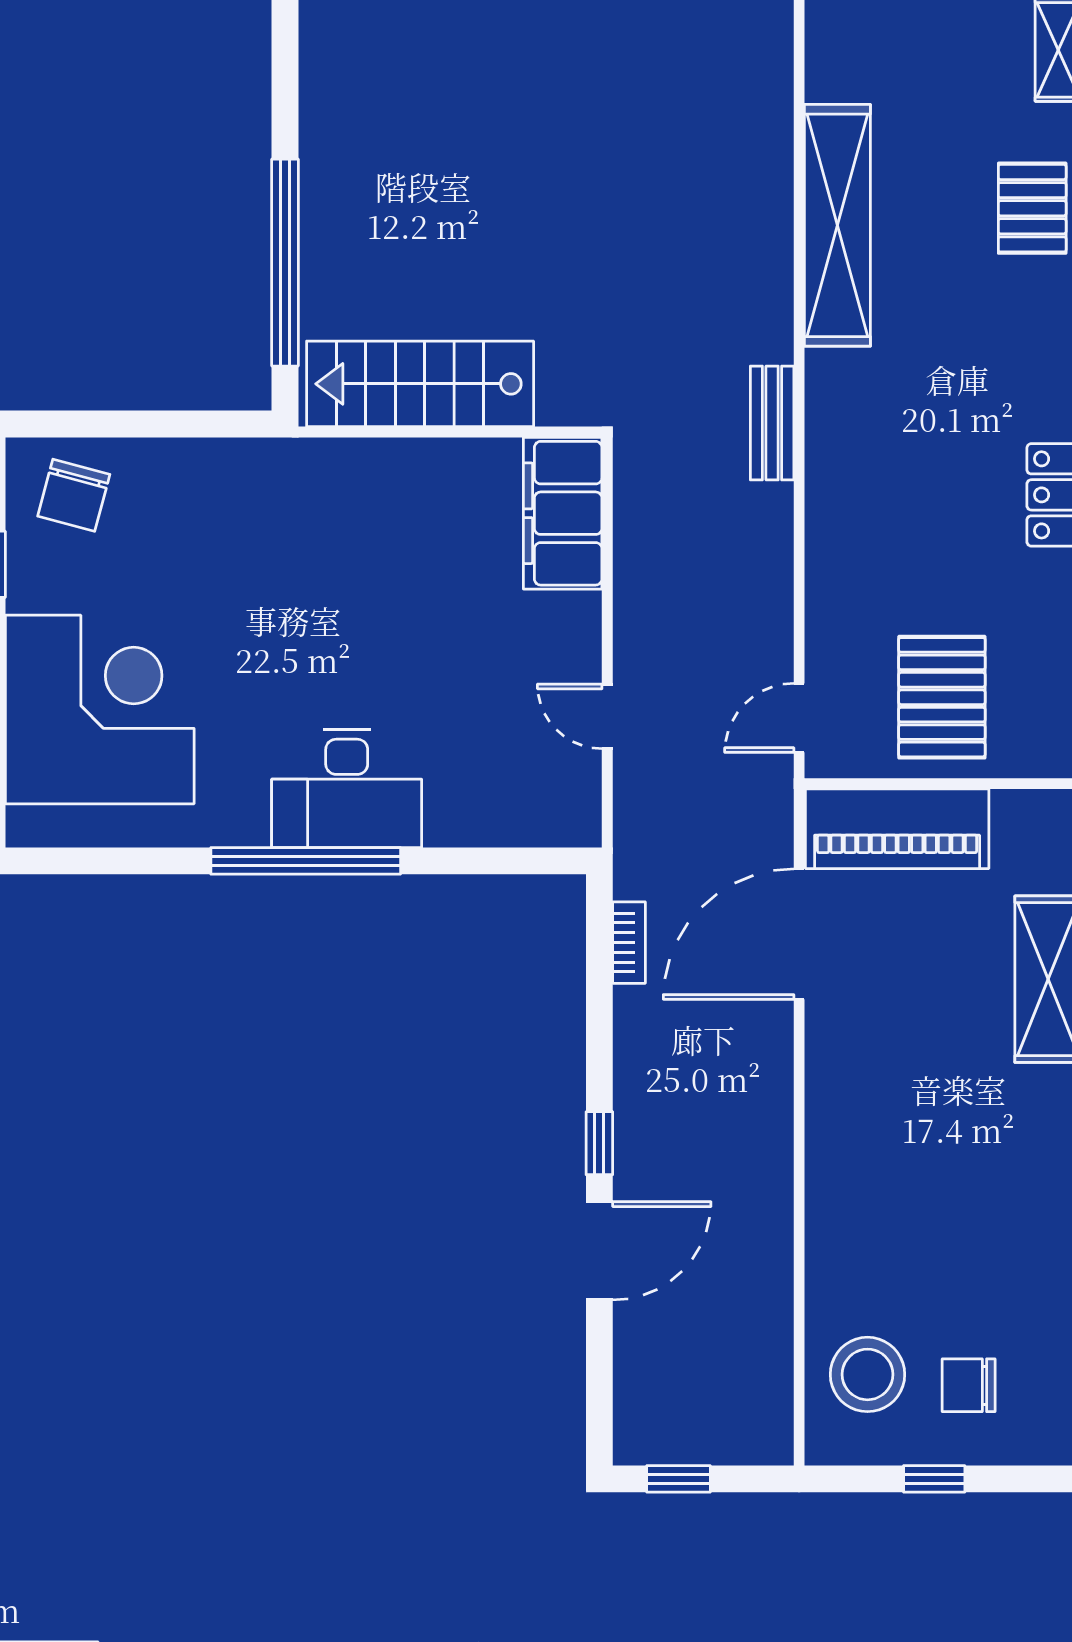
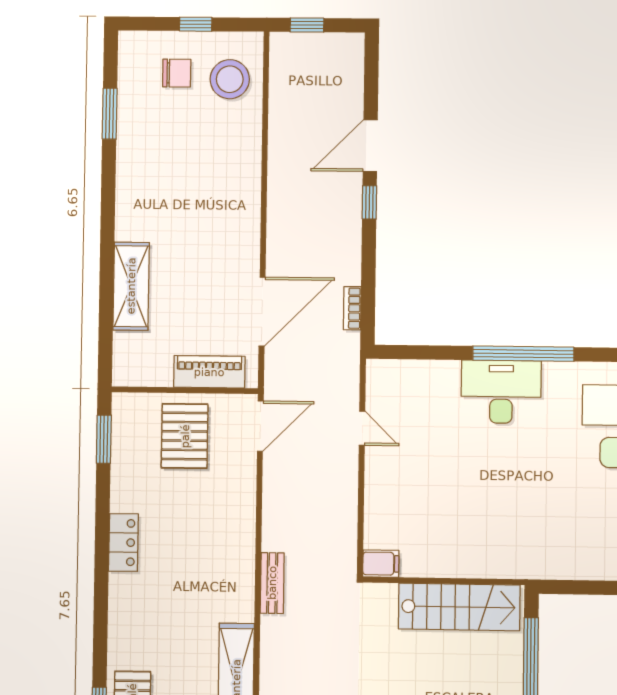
filing cabinet: (563, 513) -> (381, 564), width x0.33, depth x0.86
door: (799, 718) -> (260, 426), width x1.38
piano: (897, 829) -> (209, 372), width x0.73, depth x0.75
window: (679, 1479) -> (307, 25), moved

